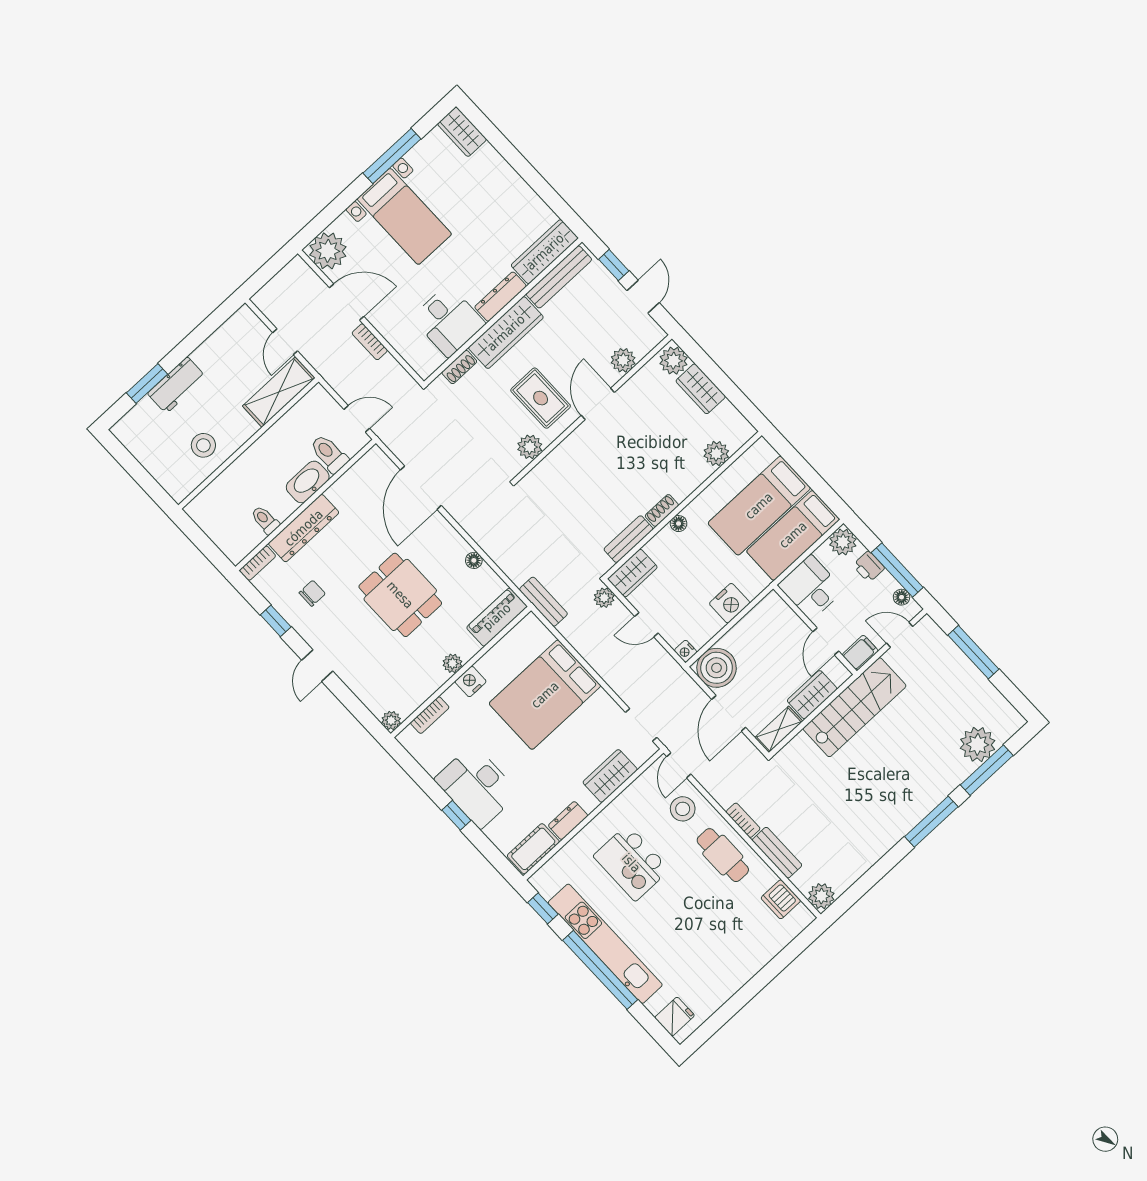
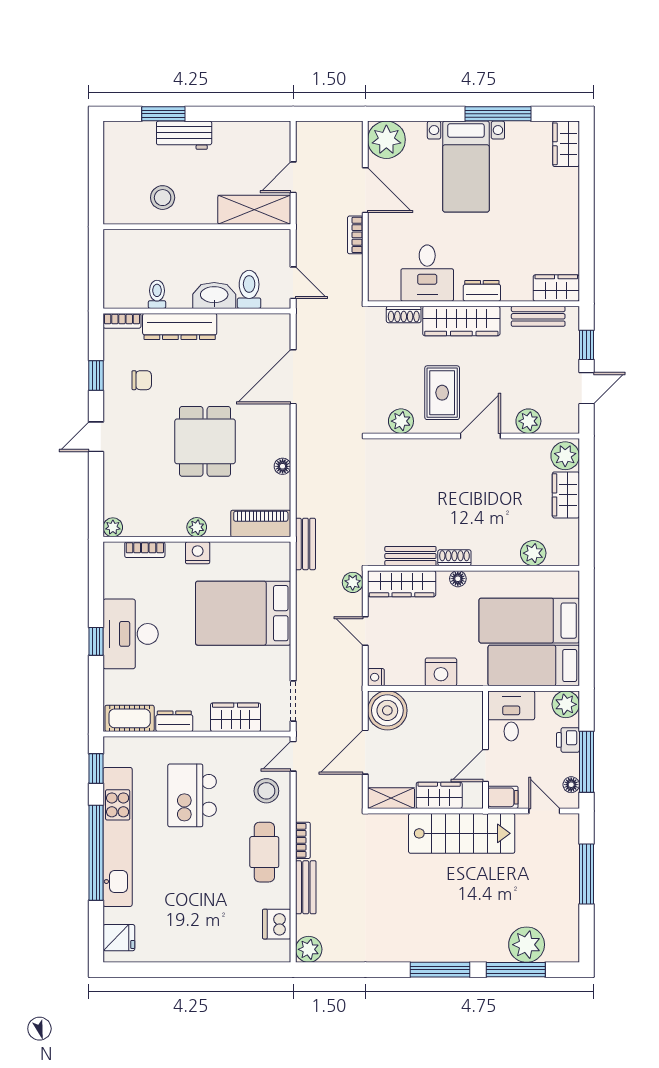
wardrobe: (545, 252) -> (556, 288), width x0.67
bench: (559, 277) -> (538, 316), width x0.73
dresser: (500, 297) -> (482, 291), width x0.70
wardrobe: (633, 573) -> (402, 584), width x1.50

